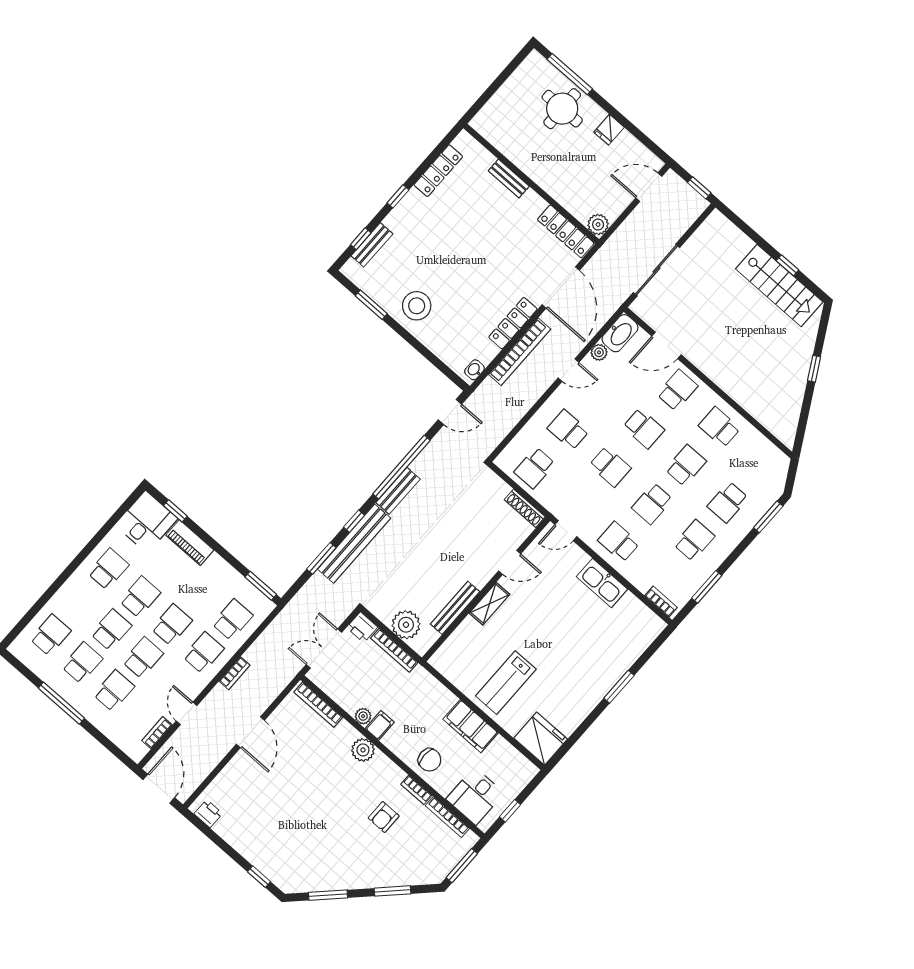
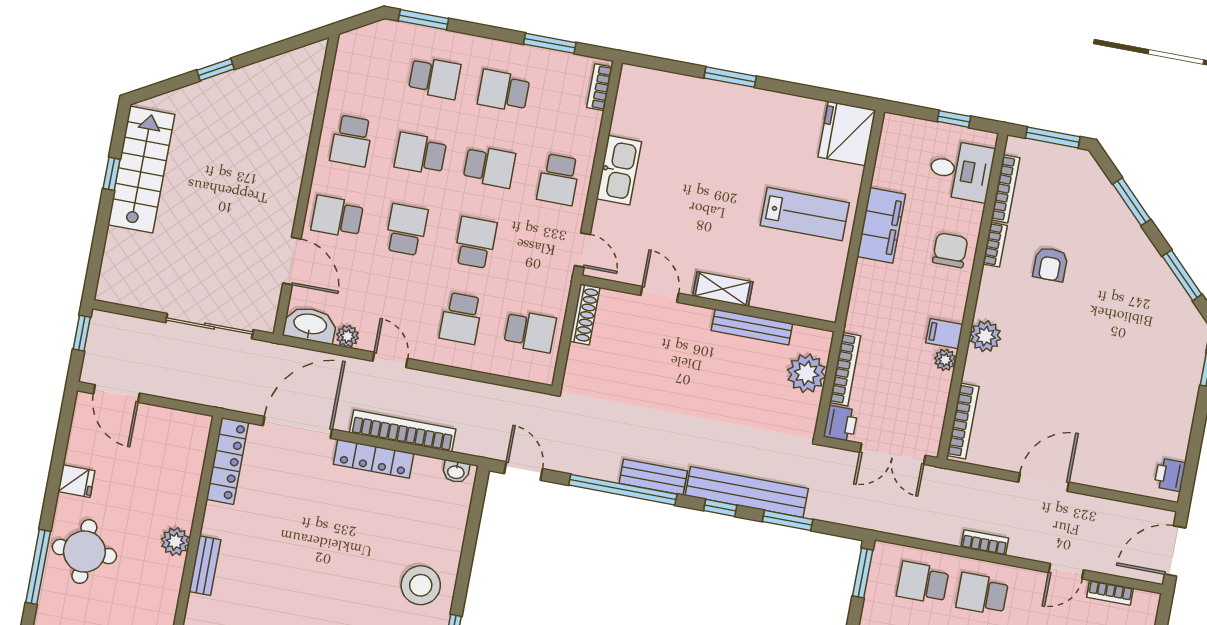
plant: (598, 225) -> (175, 542), moved
armchair: (384, 817) -> (1050, 264), turned 90

